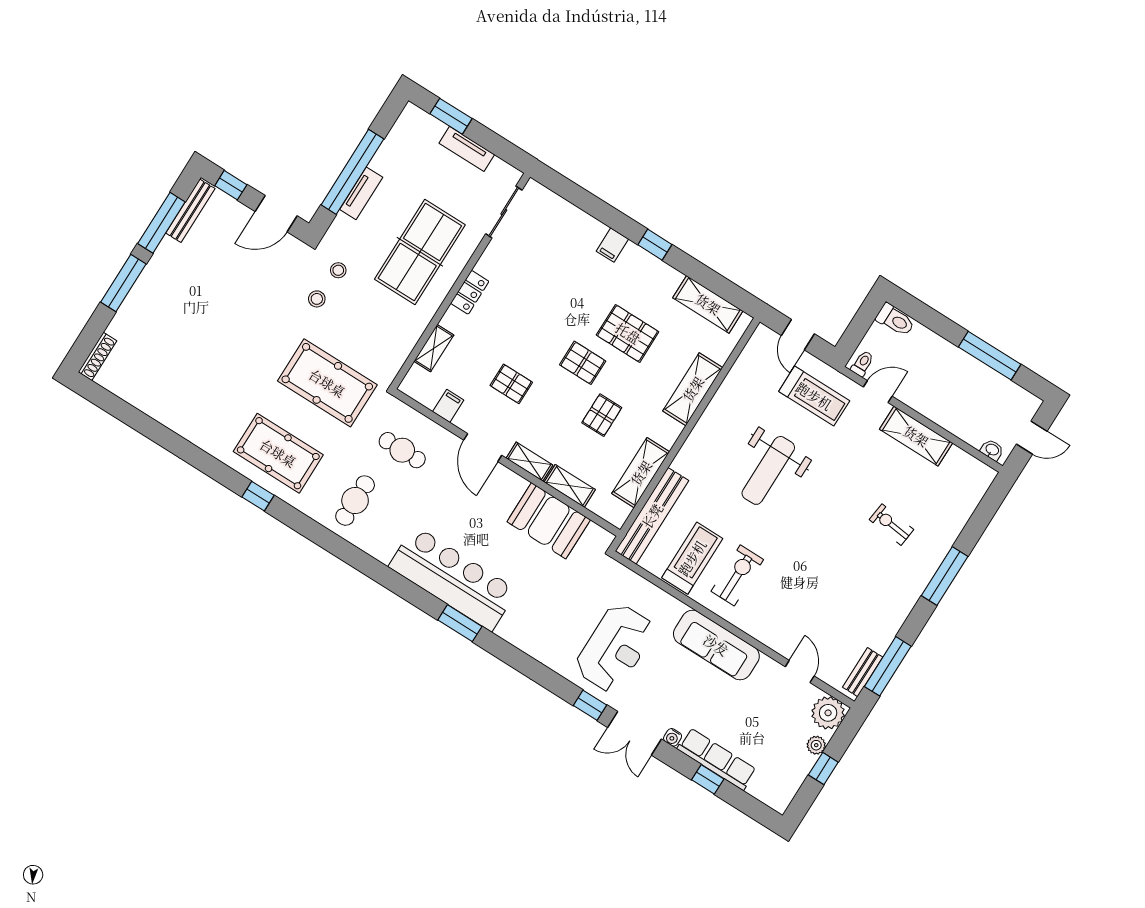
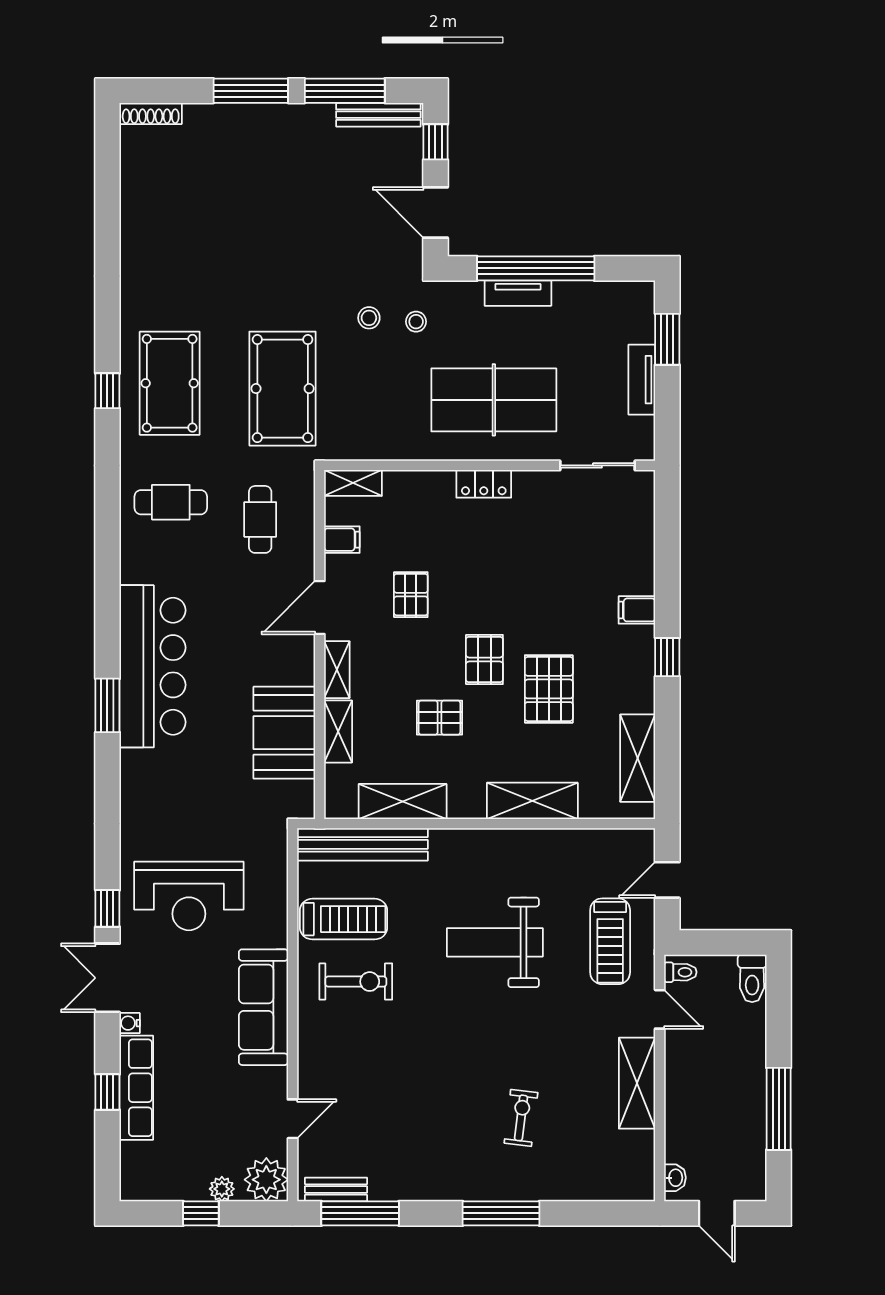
shelving: (434, 348) -> (353, 483), moved

